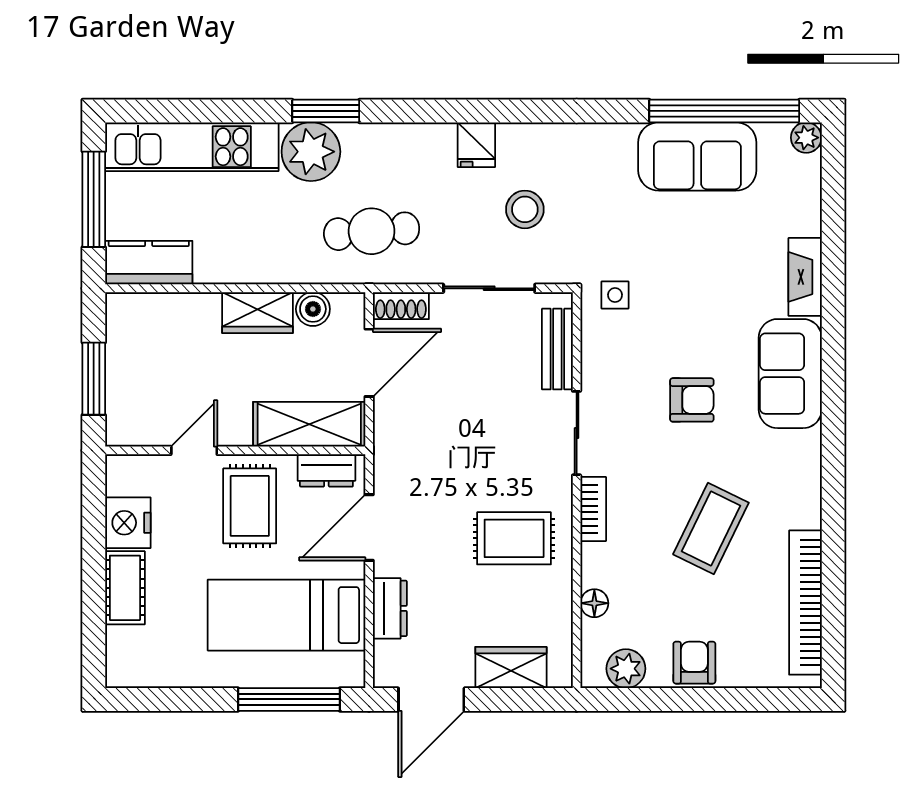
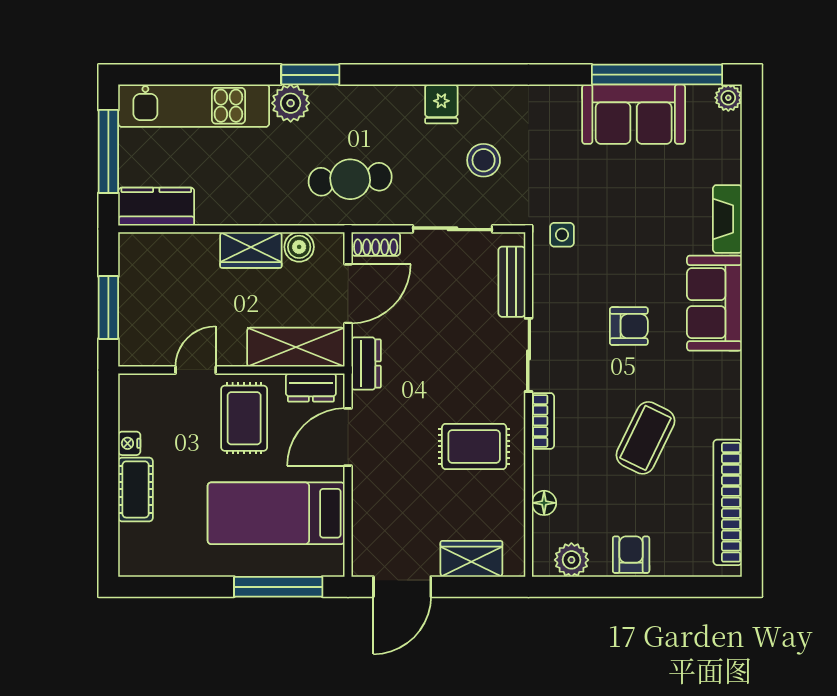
plant: (311, 152) -> (291, 103), width x0.73, depth x0.73
nightstand: (128, 523) -> (129, 443), width x0.53, depth x0.56
dresser: (390, 608) -> (366, 364), moved

